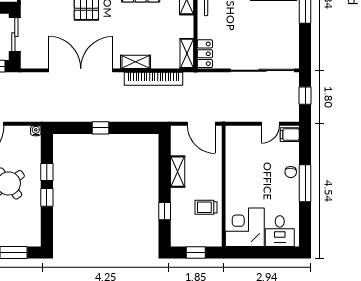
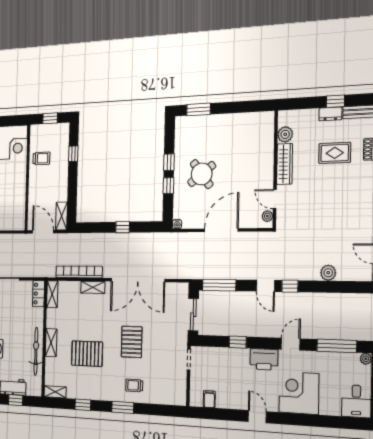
shelving: (178, 172) -> (62, 216), moved

